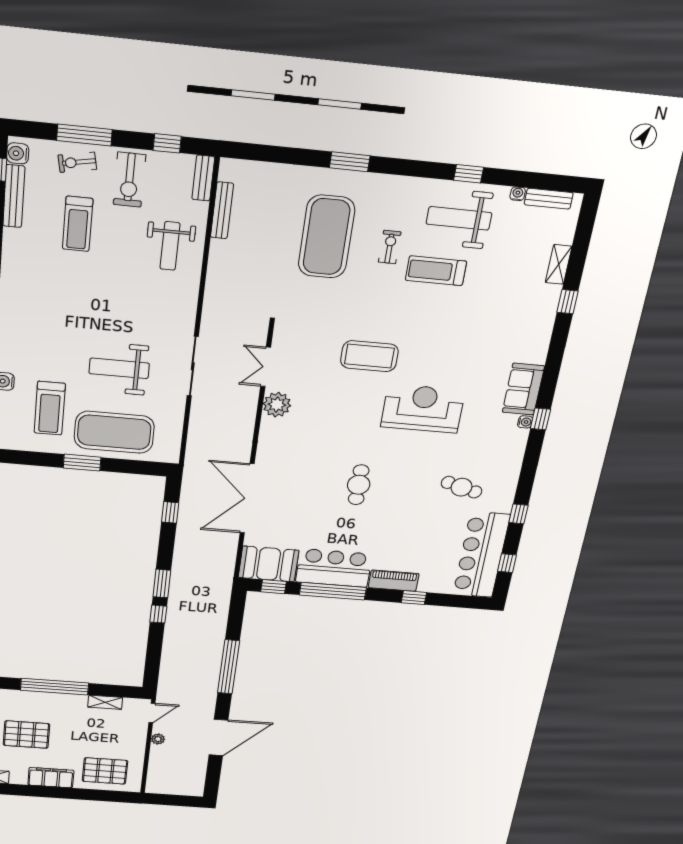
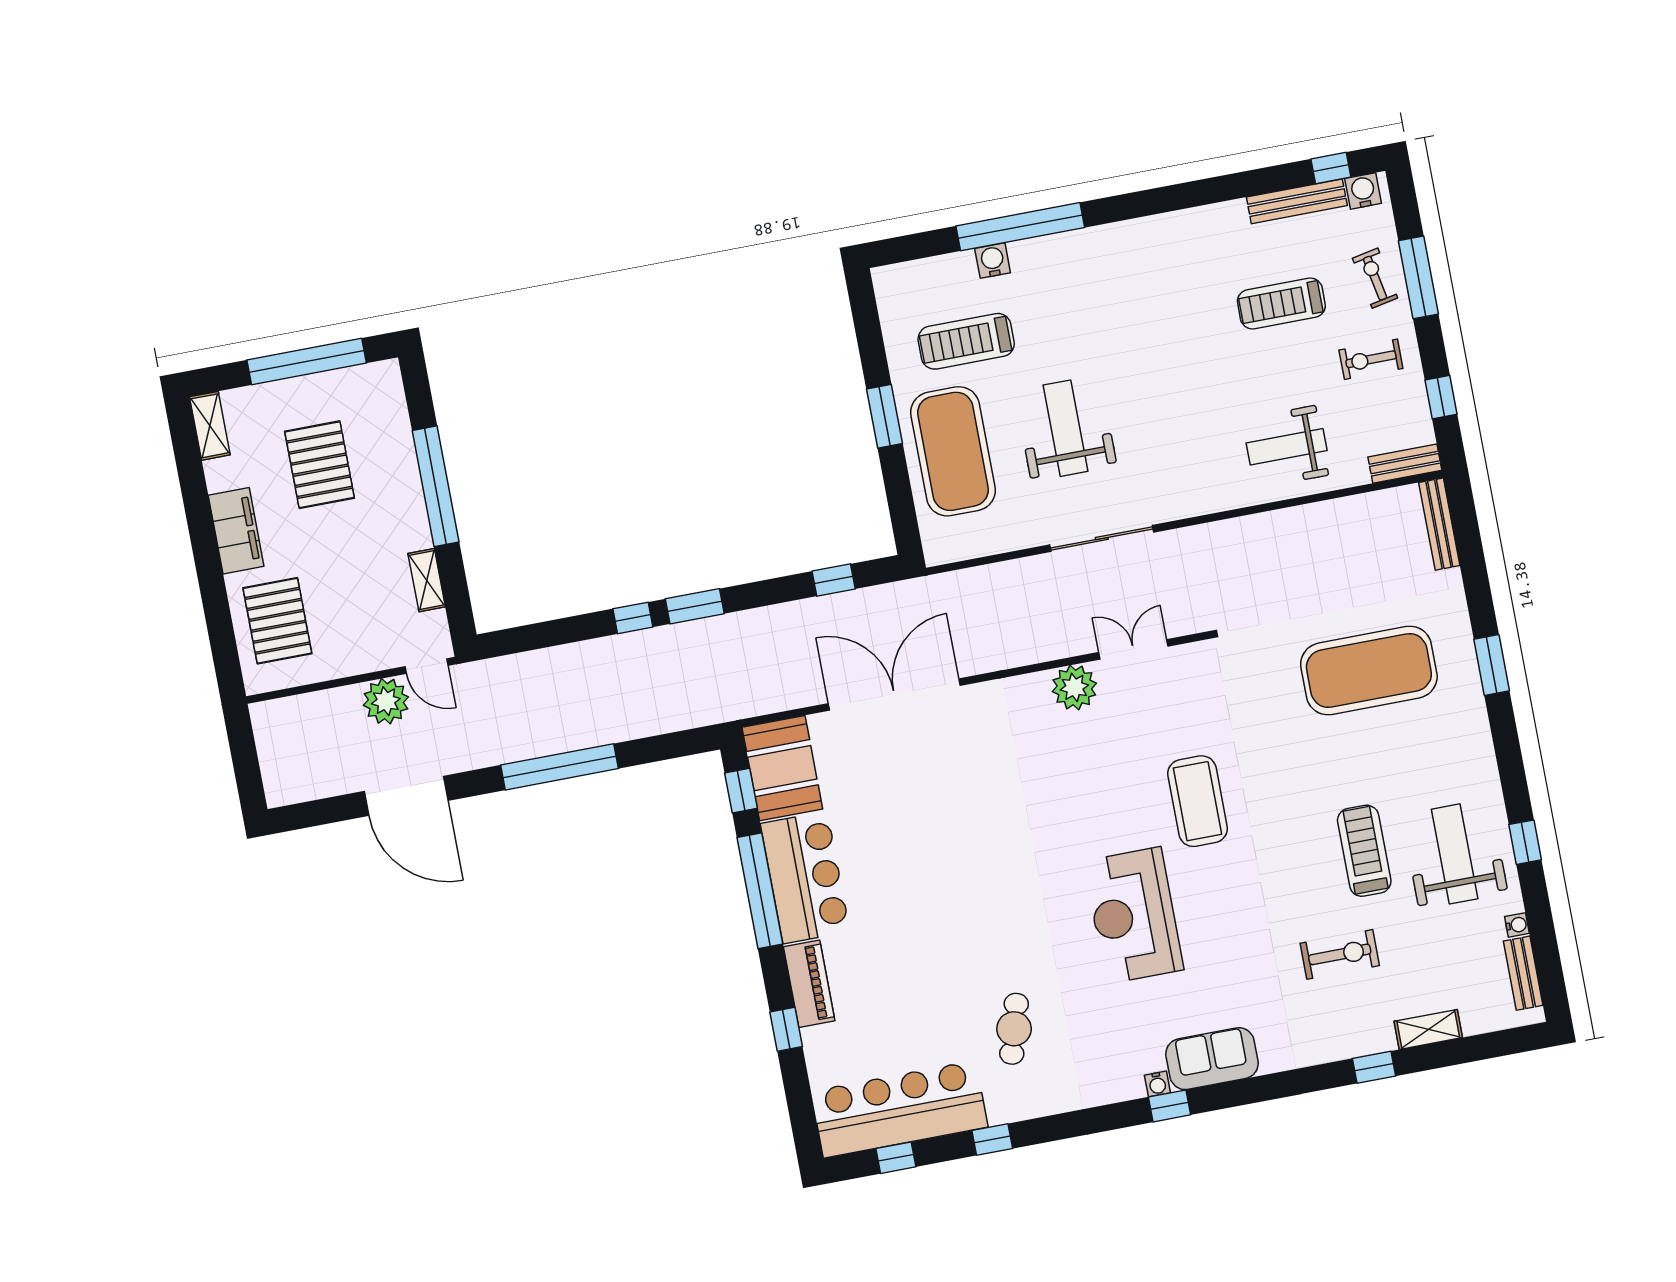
exercise bike: (129, 180) -> (1371, 359), width x0.73, depth x0.72
bench: (222, 210) -> (1439, 524), moved, turned 90
exercise bike: (390, 247) -> (1340, 954), moved, width x1.38, depth x1.39
reception desk: (423, 409) -> (1134, 915), turned 180
cafe table: (359, 485) -> (971, 863), removed
plant: (158, 739) -> (386, 701), width x1.88, depth x1.88

